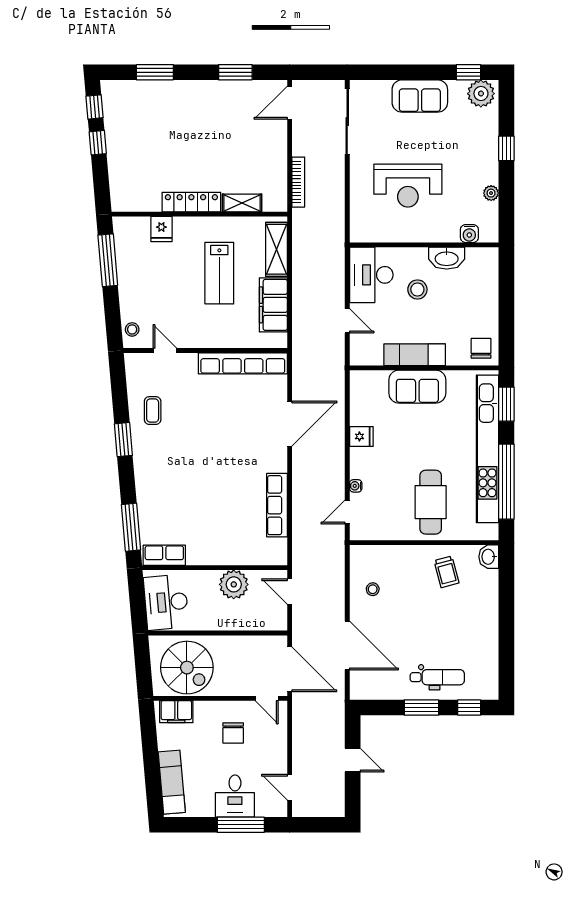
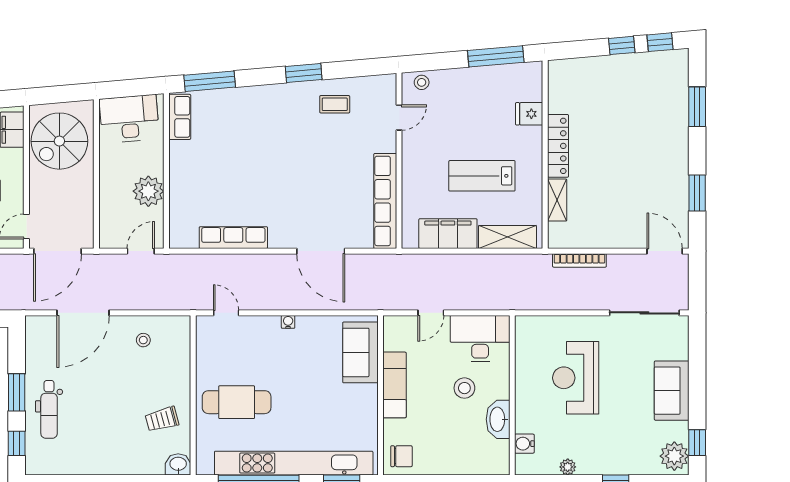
sofa: (417, 387) -> (360, 352), moved
fridge: (361, 436) -> (307, 328), removed
water cooler: (356, 486) -> (288, 322), moved

